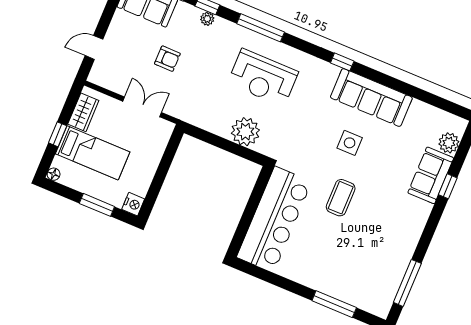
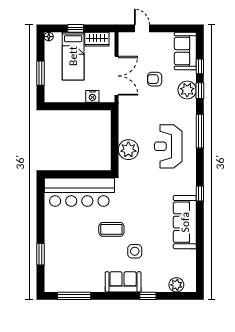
plant: (207, 19) -> (187, 90), width x1.87, depth x1.87
armchair: (167, 59) -> (155, 79), turned 90
double door: (142, 107) -> (116, 76), width x1.37
side table: (350, 143) -> (135, 251), moved
sofa: (431, 175) -> (123, 282), moved
nightstand: (133, 204) -> (92, 96), moved
window: (334, 304) -> (40, 254), width x0.69

